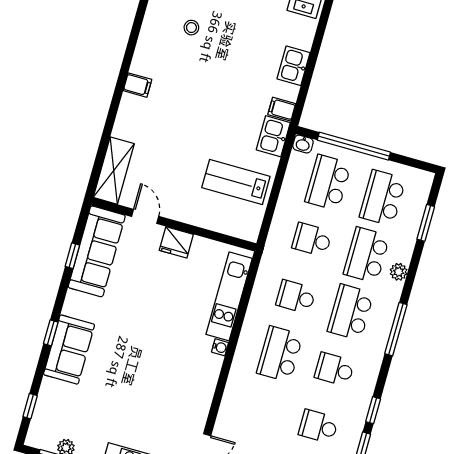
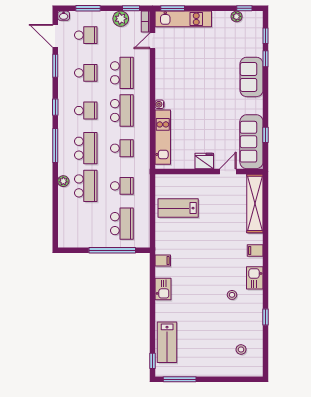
kitchen sink: (273, 136) -> (255, 278), moved, turned 180
washbasin: (303, 144) -> (144, 243), removed
shelving: (114, 171) -> (255, 203), width x1.47
lab bench: (236, 182) -> (178, 208), turned 180
school desk: (383, 198) -> (122, 73), moved
door: (145, 216) -> (228, 171), swing flipped
window: (426, 223) -> (55, 216), removed
window: (51, 333) -> (266, 59), moved
window: (373, 410) -> (55, 107), moved

